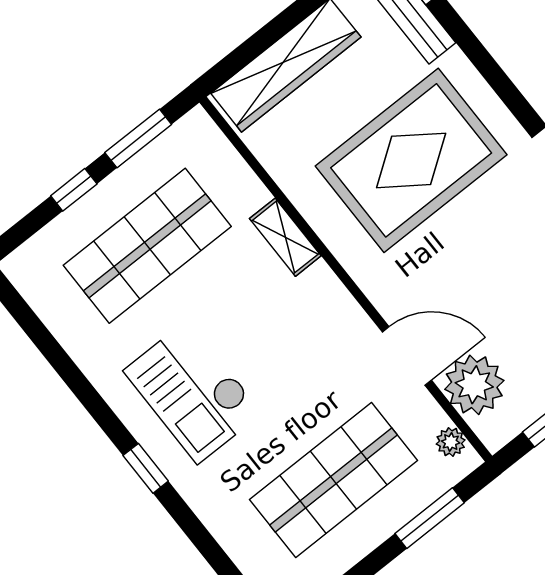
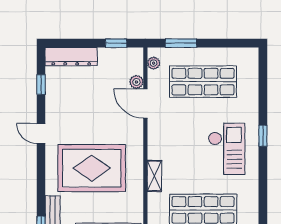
plant: (474, 385) -> (136, 82), width x0.53, depth x0.53

